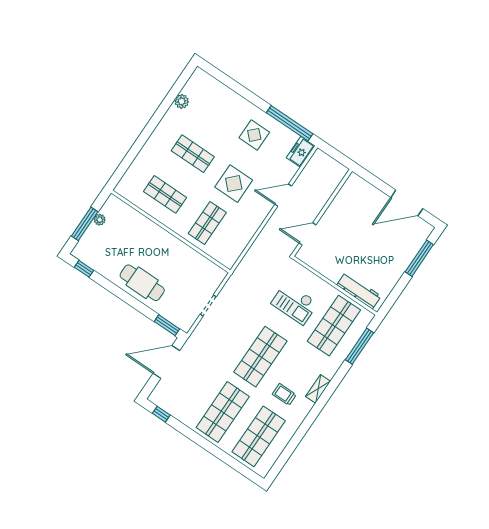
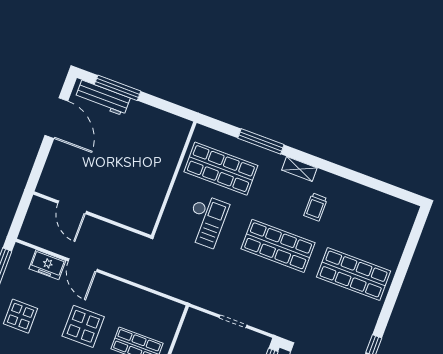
freezer: (301, 152) -> (47, 265), moved
door: (307, 234) -> (72, 207), moved
workbench: (359, 291) -> (103, 98), moved, turned -90
window: (360, 346) -> (261, 141), moved
shop shelf: (259, 436) -> (372, 225), removed

